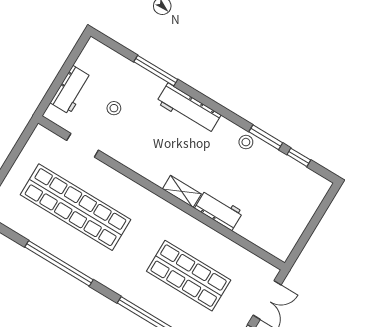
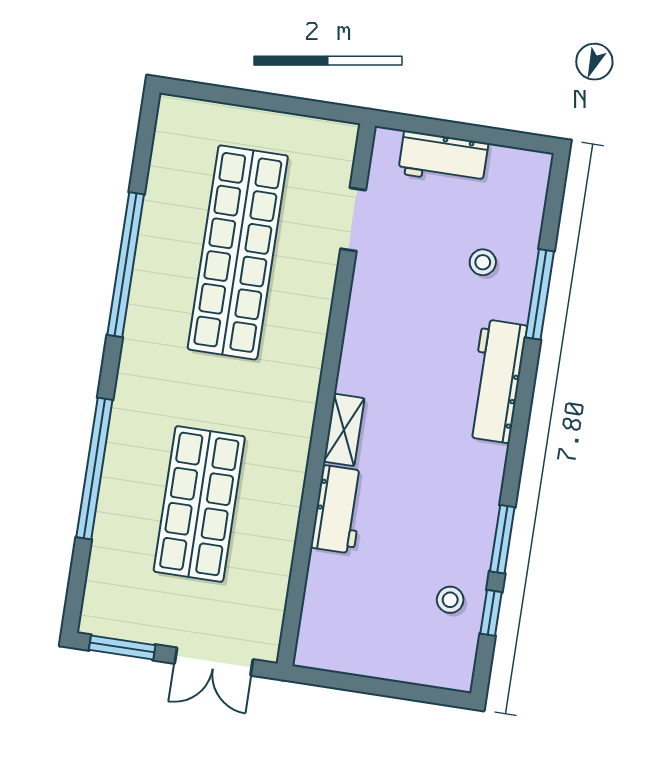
stool: (114, 108) -> (483, 262), moved
stool: (246, 142) -> (450, 600), moved

